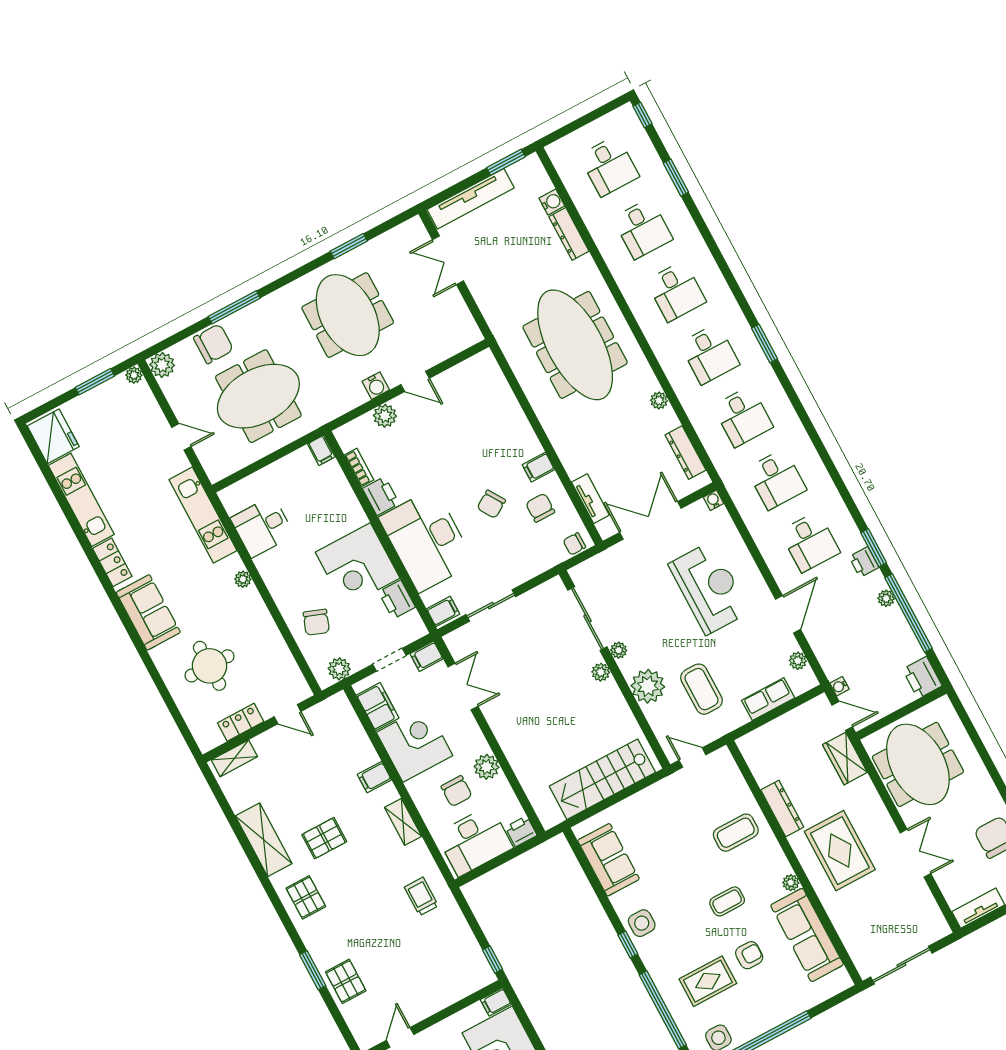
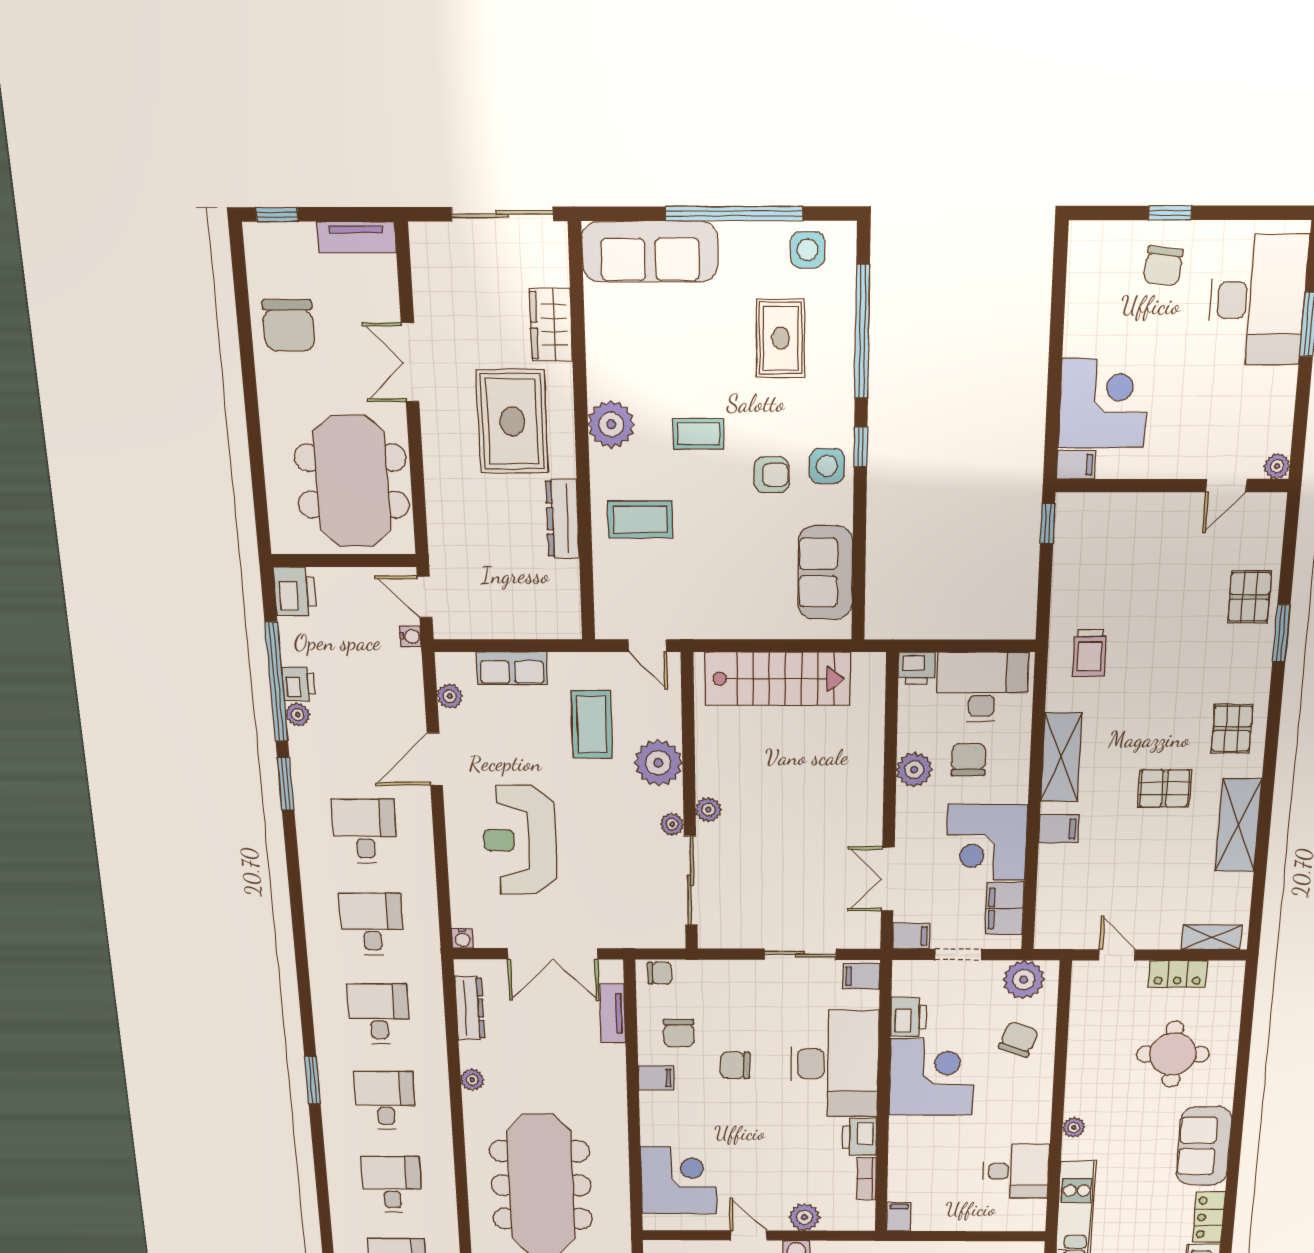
corner desk: (484, 398) -> (679, 1180), added
chair: (491, 504) -> (735, 1065), turned -148
printer: (864, 562) -> (299, 684), moved
plant: (339, 669) -> (1024, 980), width x1.36, depth x1.36
wardrobe: (845, 758) -> (551, 325), moved, turned 180
shelving: (403, 822) -> (1061, 757), width x1.50, depth x1.33
plant: (791, 883) -> (611, 424), width x1.87, depth x1.87
sofa: (807, 935) -> (650, 251), moved, turned 90
armchair: (749, 955) -> (771, 475), moved, turned 180
rug: (708, 981) -> (781, 338), turned 90

